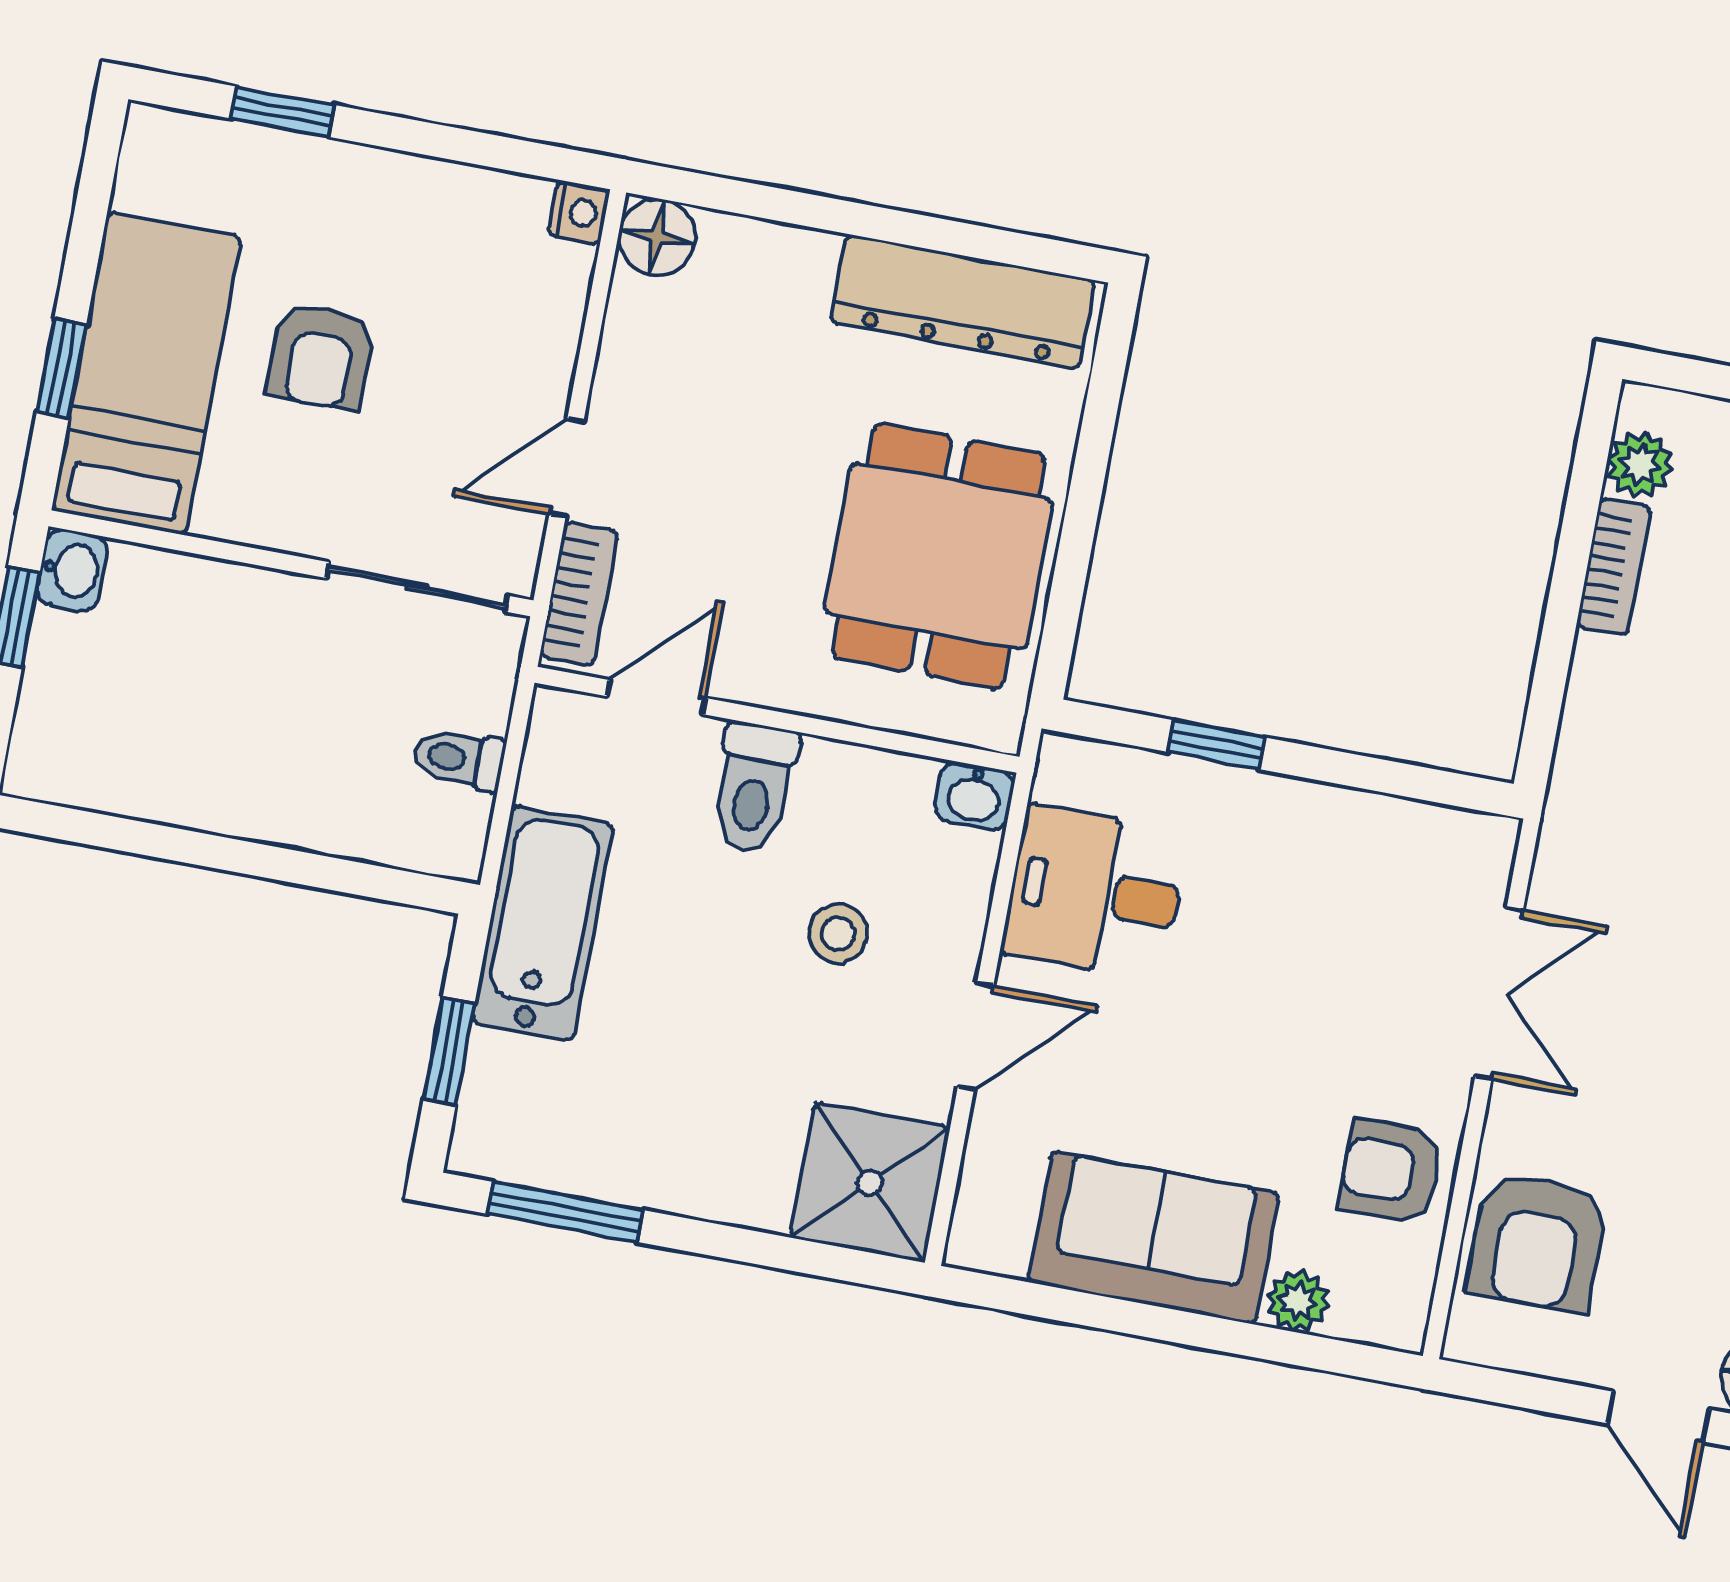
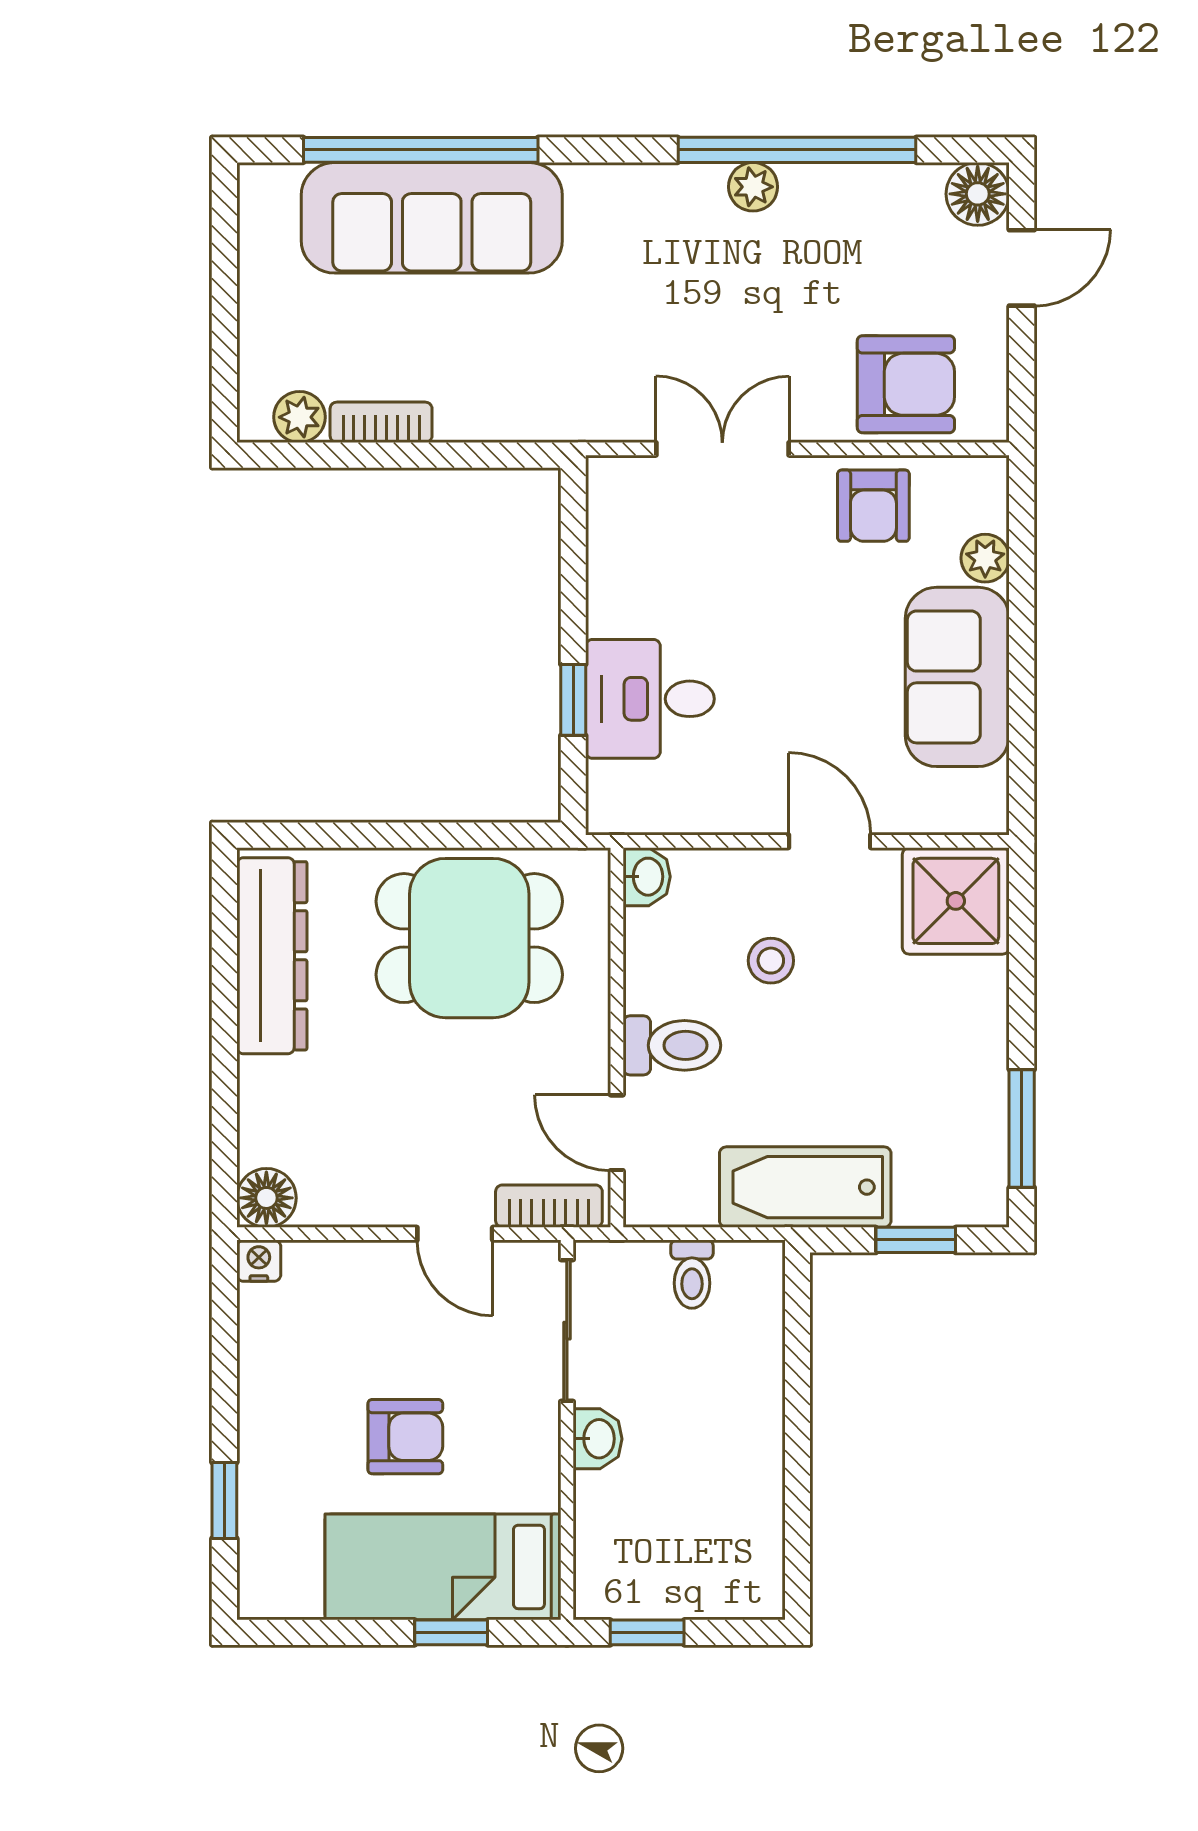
washbasin: (72, 570) -> (598, 1439), moved, turned 90
desk: (1095, 893) -> (650, 699), moved, turned 90

